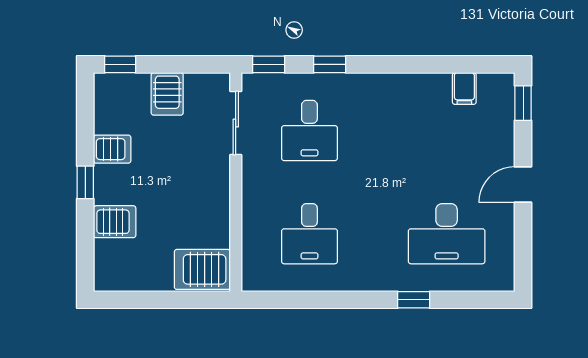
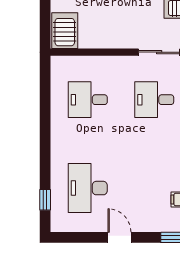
window: (414, 300) -> (45, 200), moved

